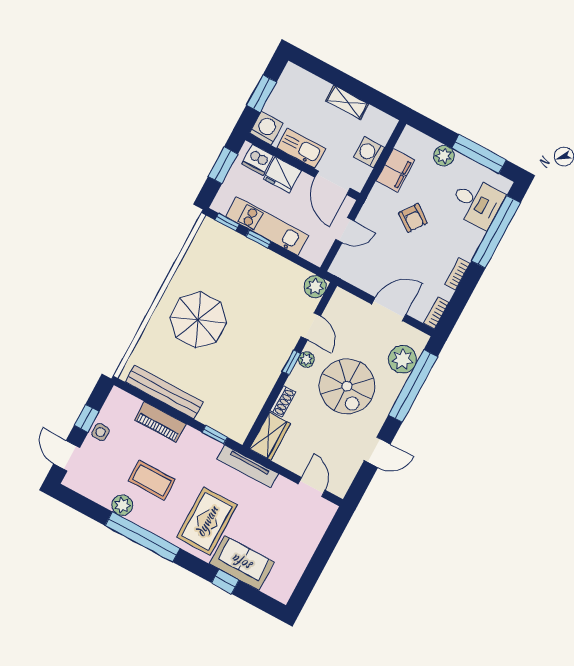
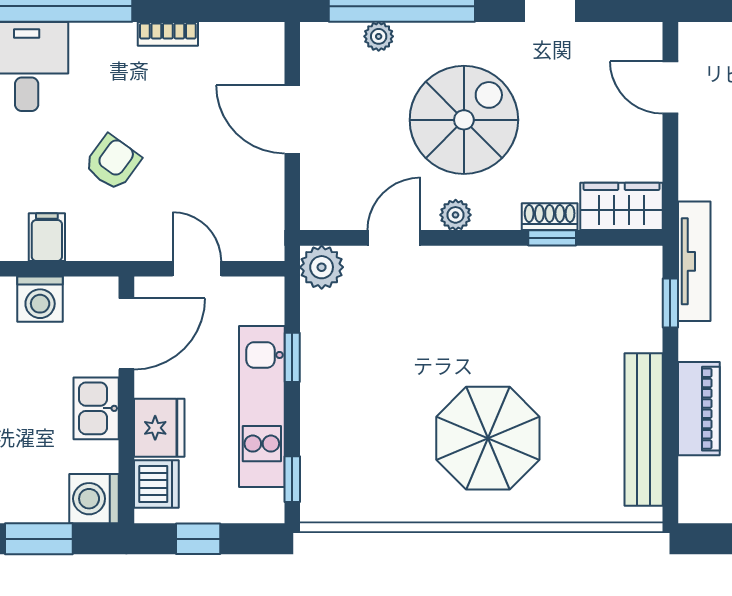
kitchen sink: (301, 148) -> (96, 408), width x0.73
window: (223, 165) -> (198, 539), width x0.67
filing cabinet: (395, 170) -> (47, 237), width x0.50
window: (258, 239) -> (292, 357), moved
bookcase: (436, 313) -> (254, 34), removed
plant: (403, 359) -> (379, 36), width x0.53, depth x0.53
window: (291, 362) -> (552, 238), moved
tv unit: (248, 466) -> (694, 261), moved
door: (312, 487) -> (670, 87), hinge flipped

